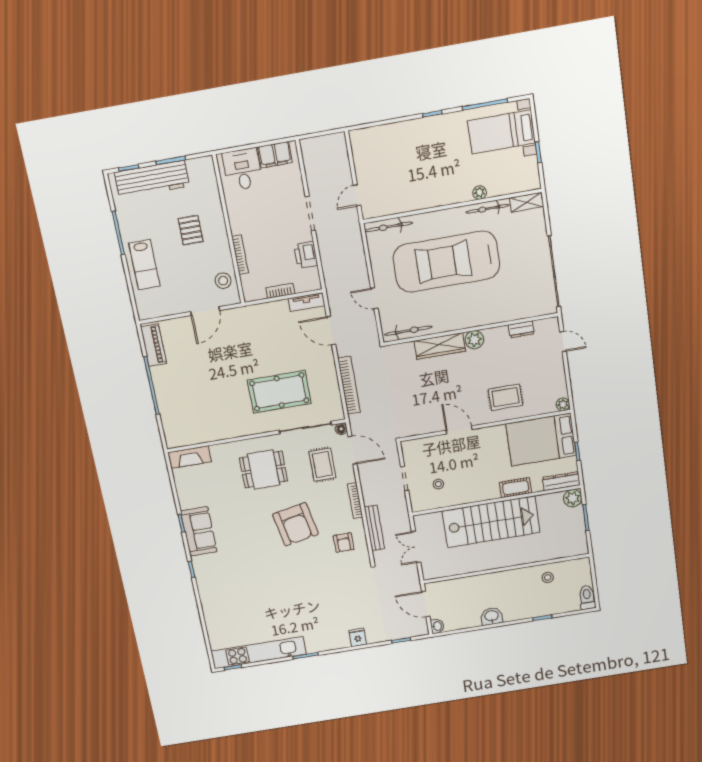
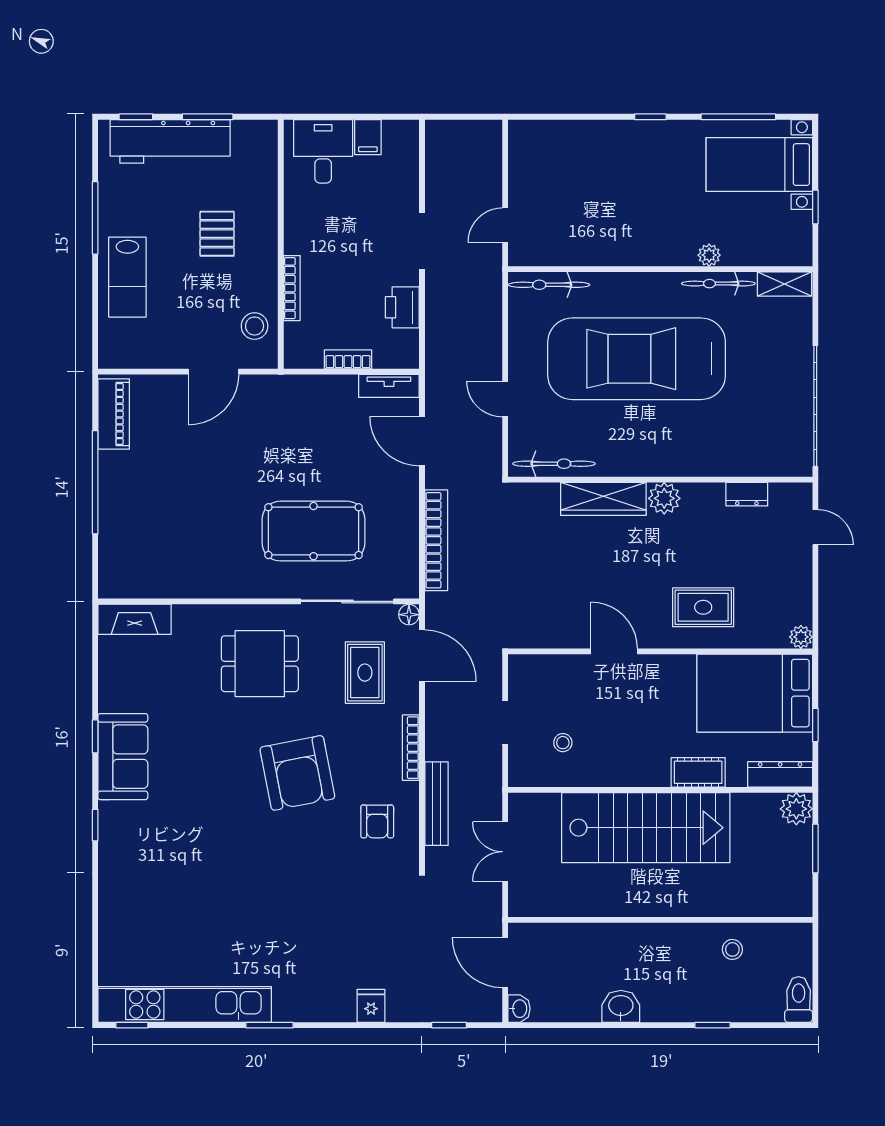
filing cabinet: (275, 155) -> (368, 137), width x0.50

